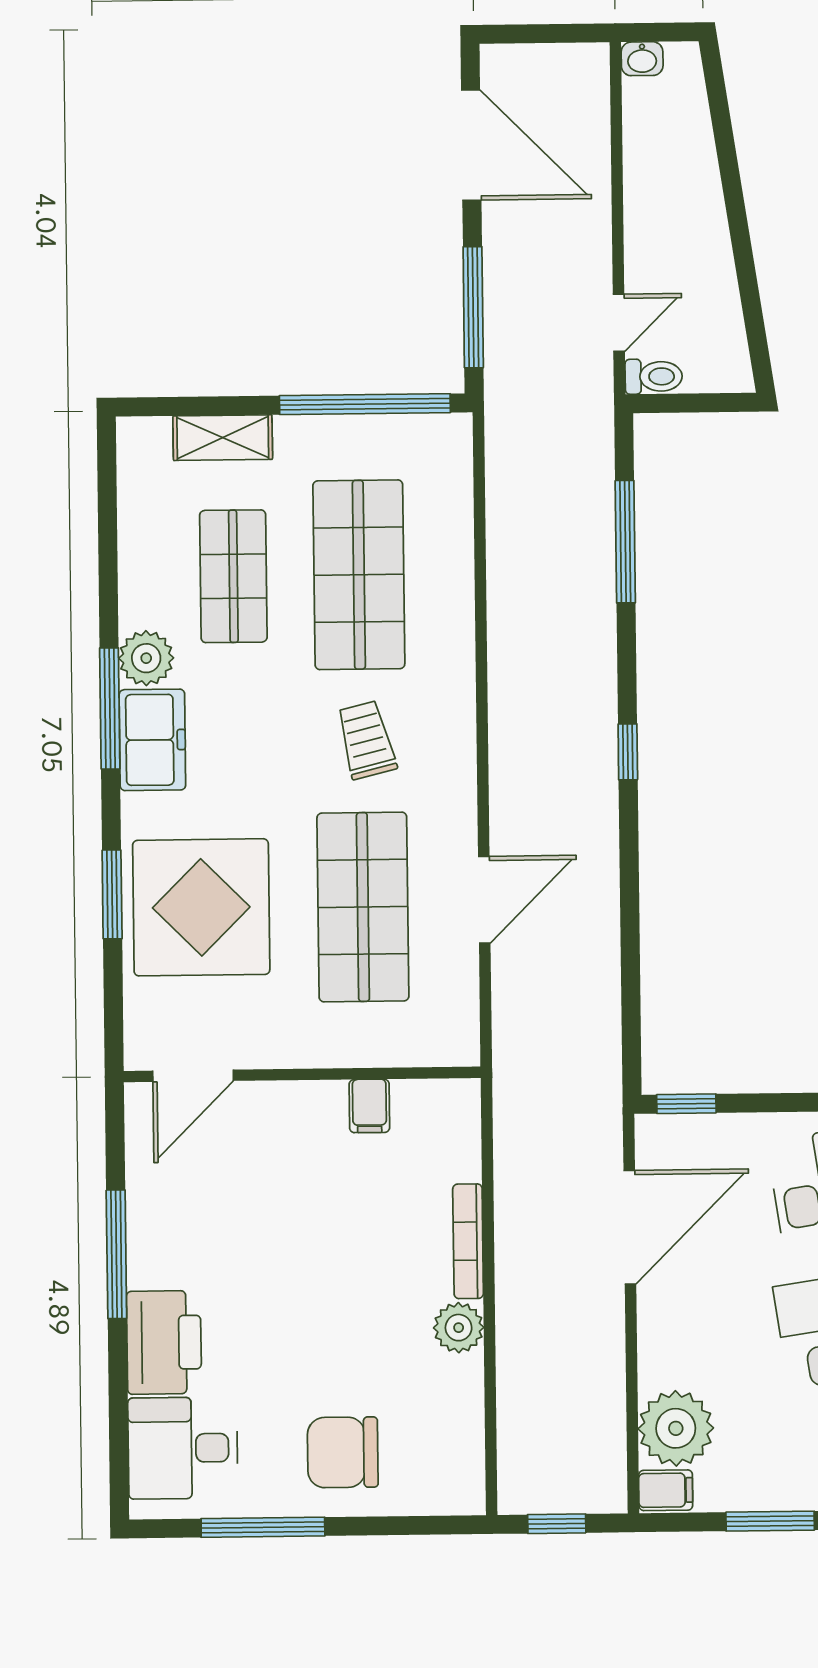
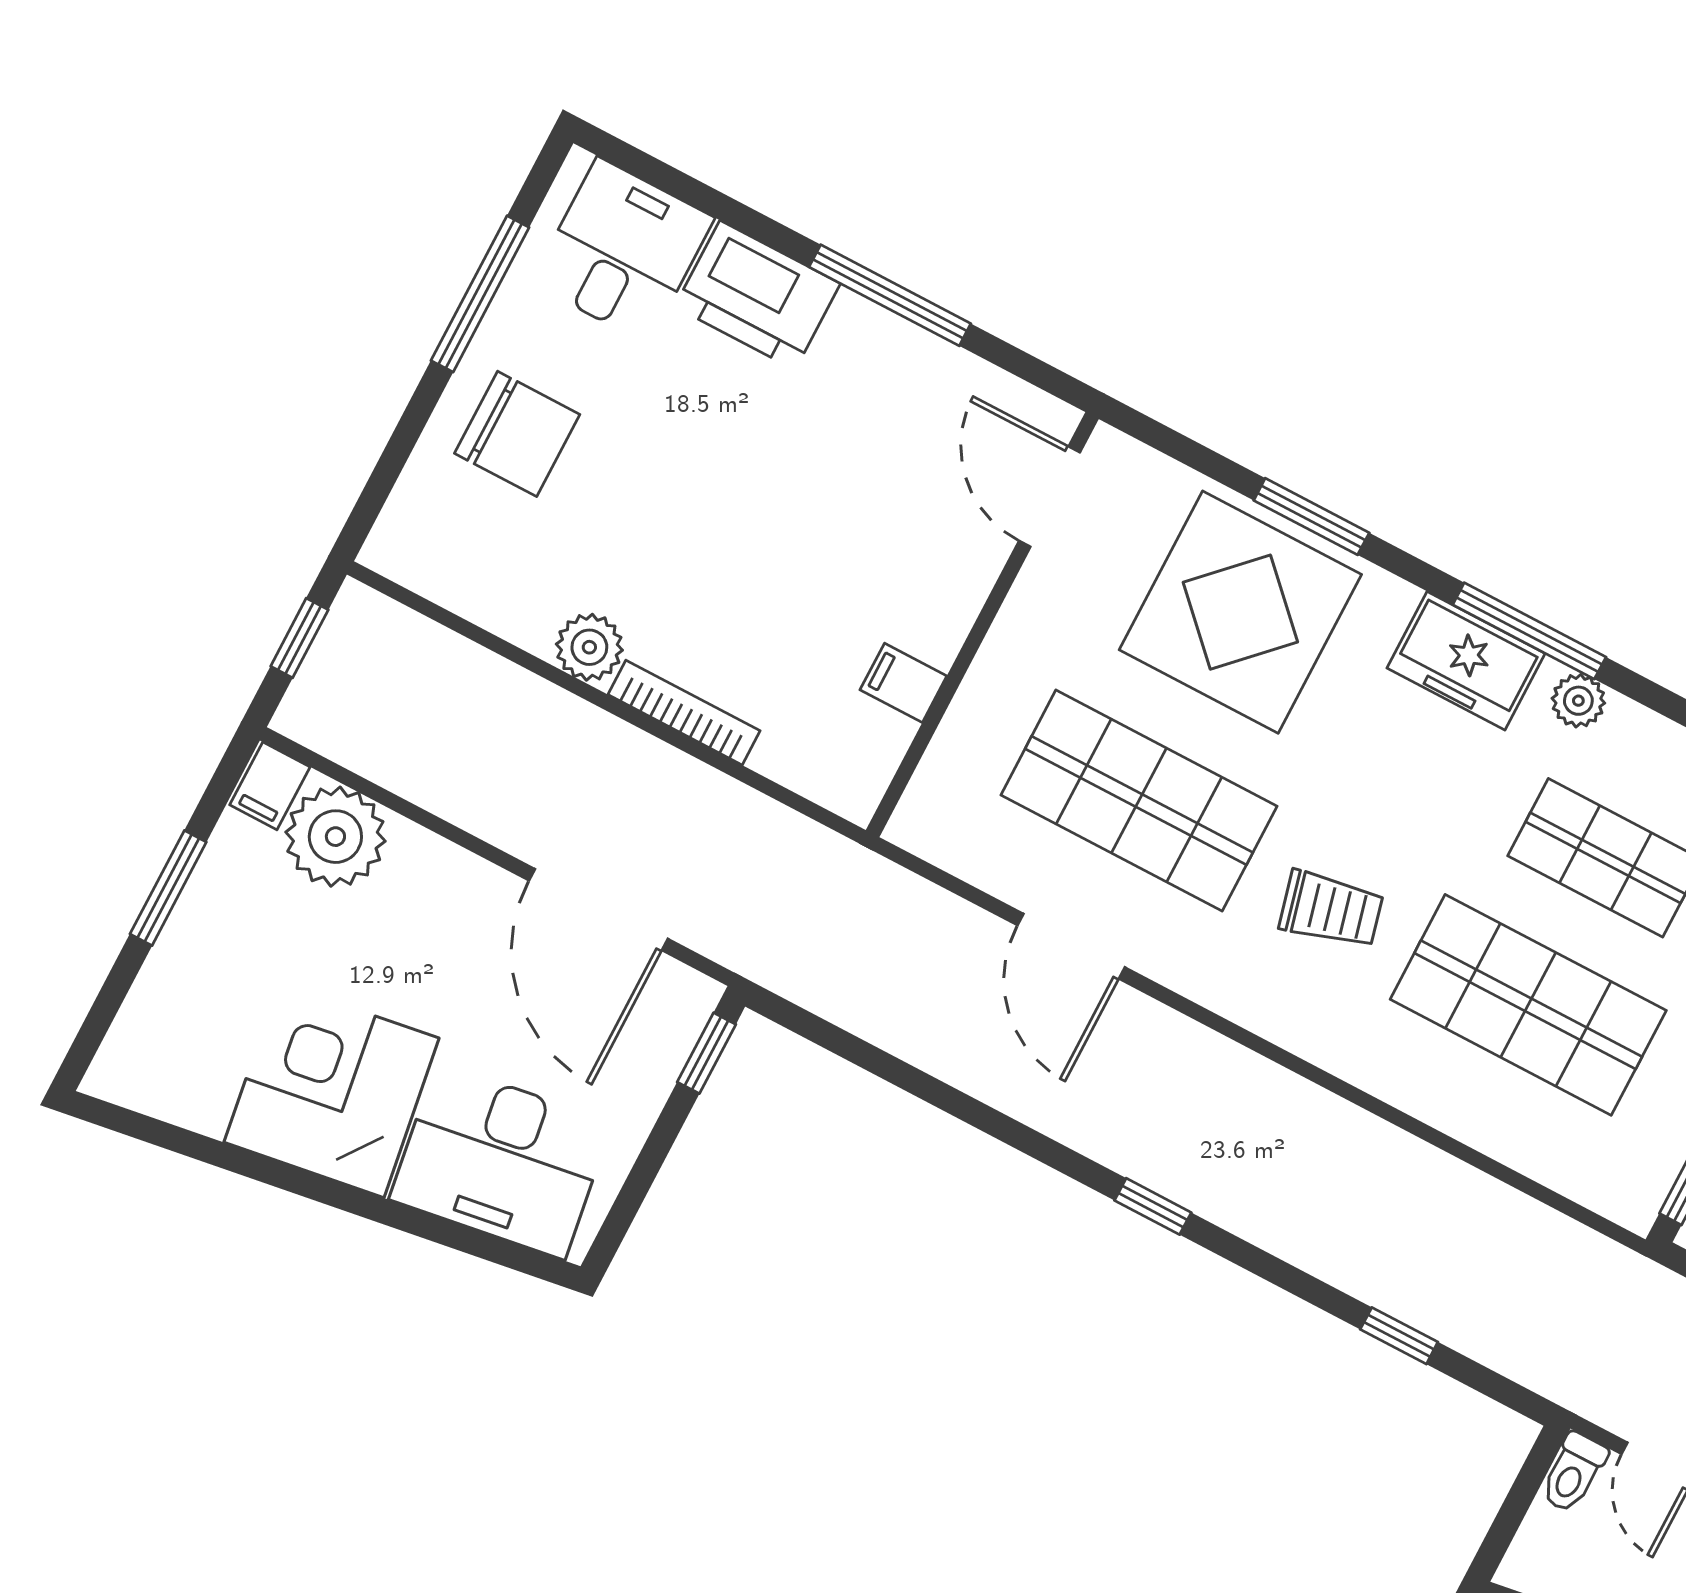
window: (625, 542) -> (1399, 1336), width x0.46
plant: (146, 658) -> (1578, 701), width x0.73, depth x0.73
chair: (343, 1452) -> (517, 434), turned 90

